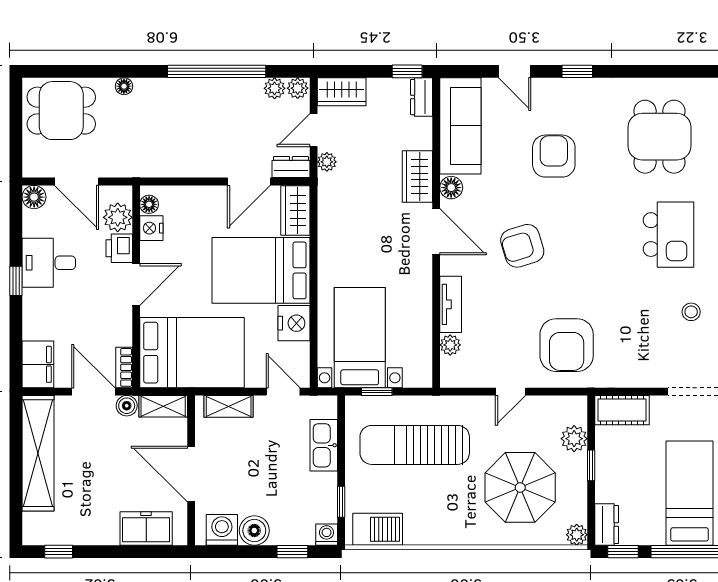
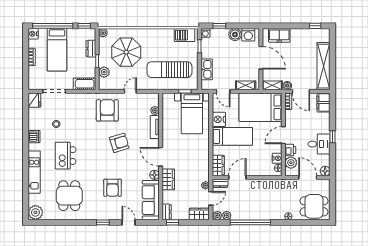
armchair: (522, 246) -> (119, 143), moved
bed: (261, 270) -> (232, 136), width x0.67
sun lounger: (415, 445) -> (169, 70), turned 180
dresser: (607, 524) -> (91, 49), moved

